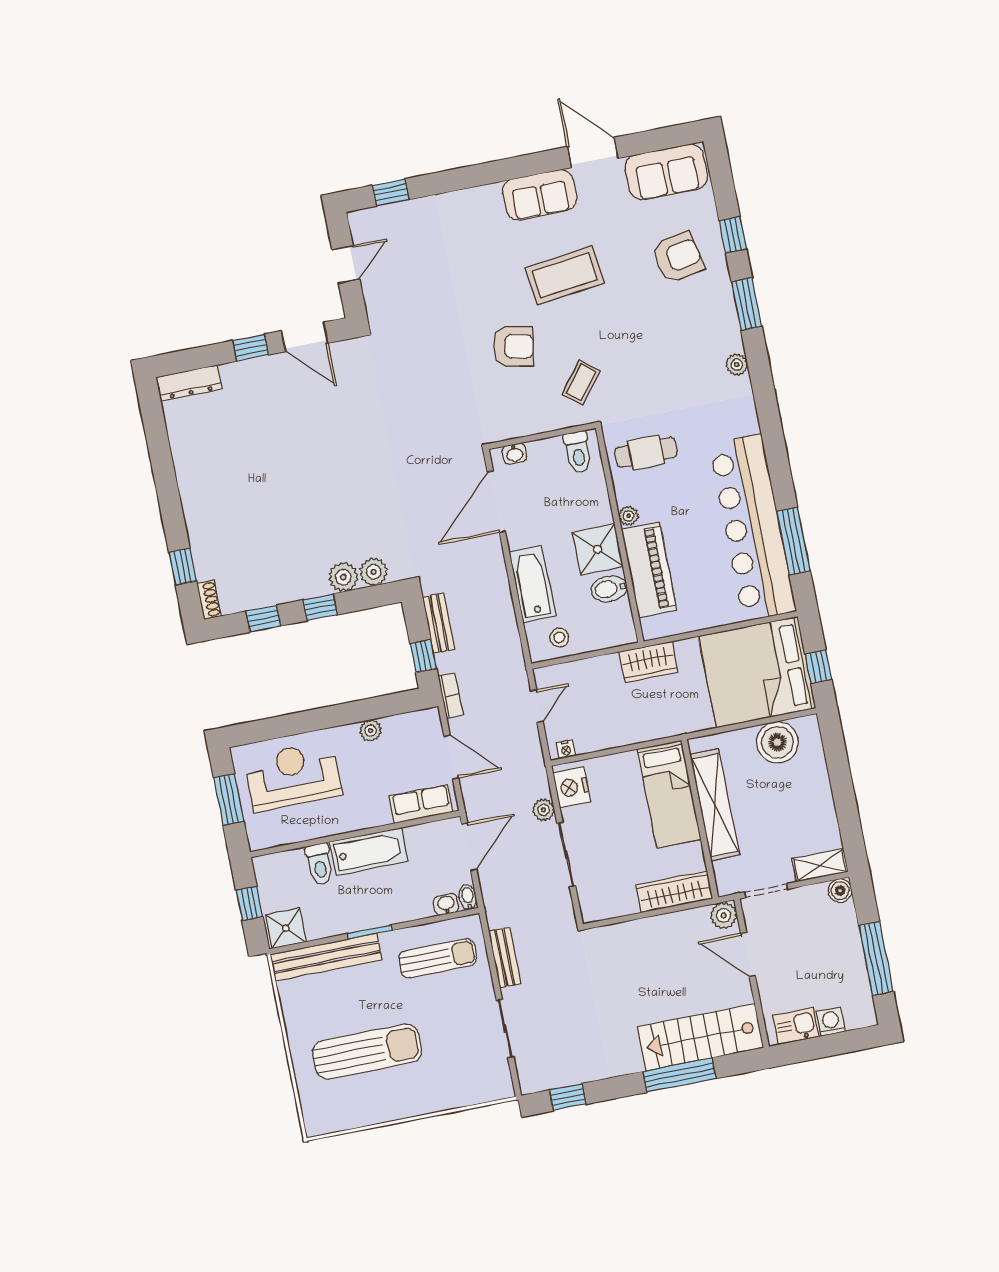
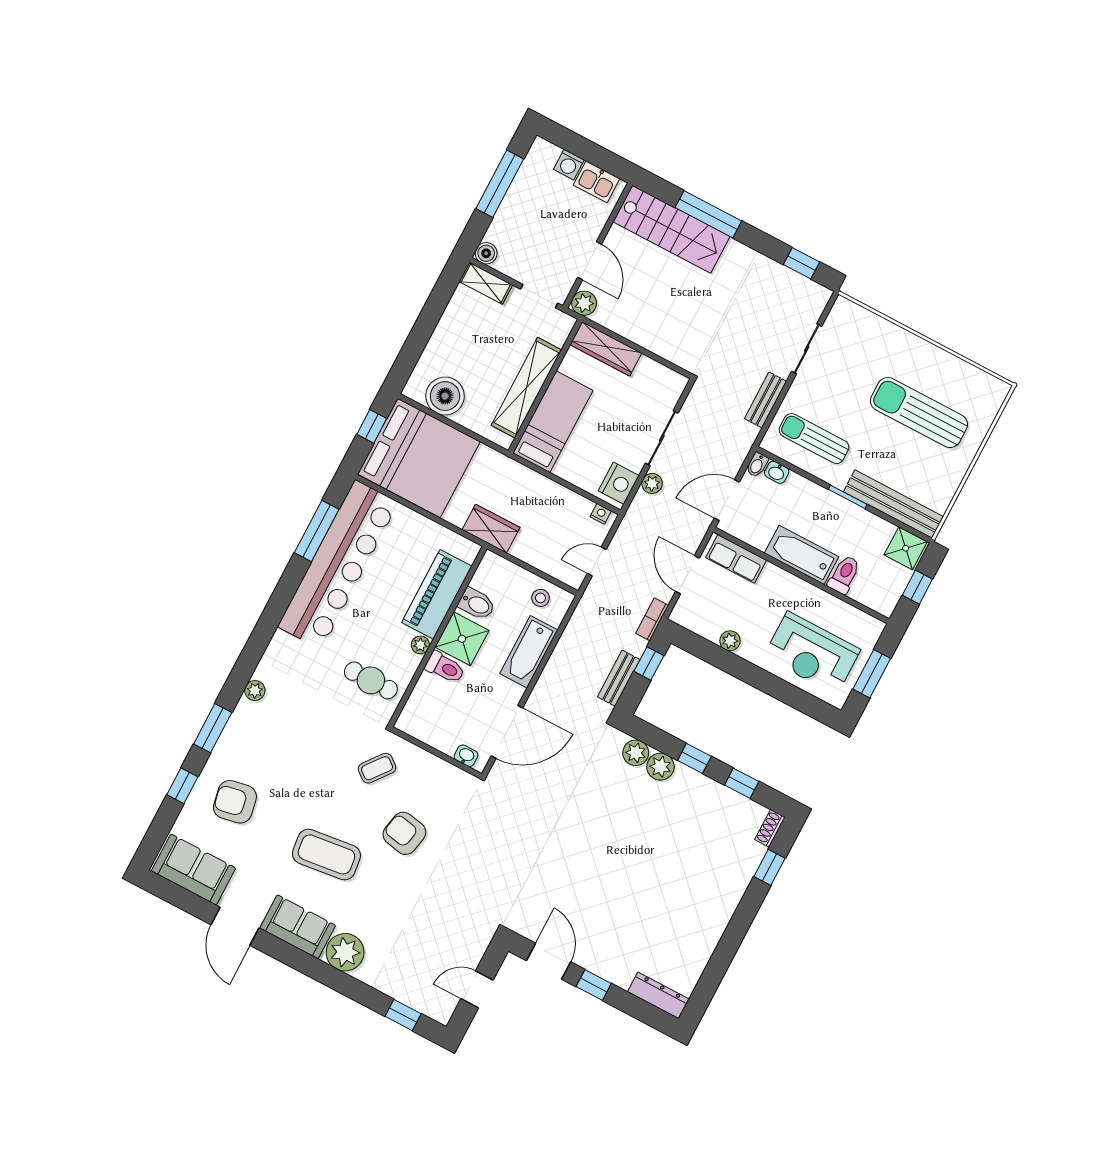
plant: (482, 206) -> (345, 952), added
toilet: (578, 452) -> (445, 668), moved, turned 90

